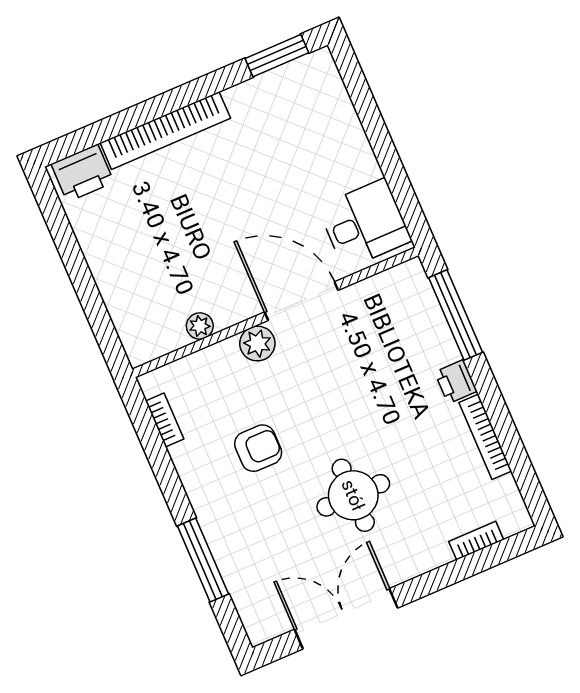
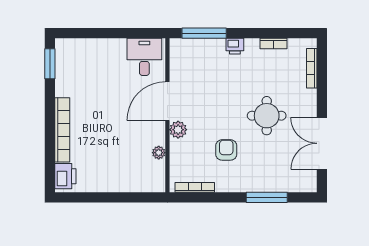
bookcase: (165, 420) -> (195, 187), width x1.56
bookcase: (485, 437) -> (273, 44), width x0.64
bookcase: (476, 541) -> (312, 68), width x1.56

